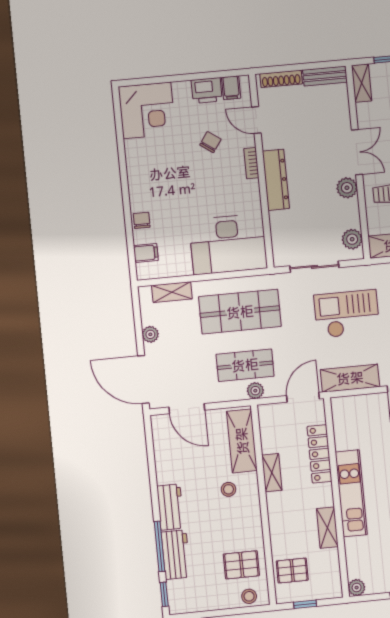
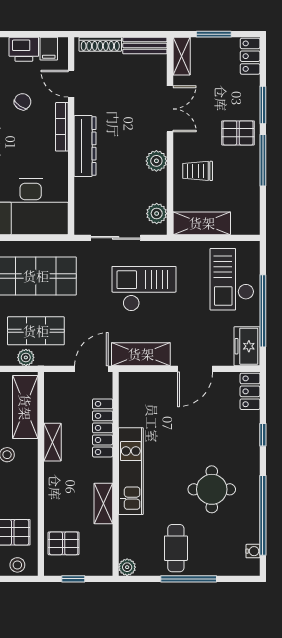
double door: (357, 152) -> (170, 109), moved
bookcase: (251, 163) -> (62, 127), width x1.56
plant: (255, 391) -> (26, 357), moved

